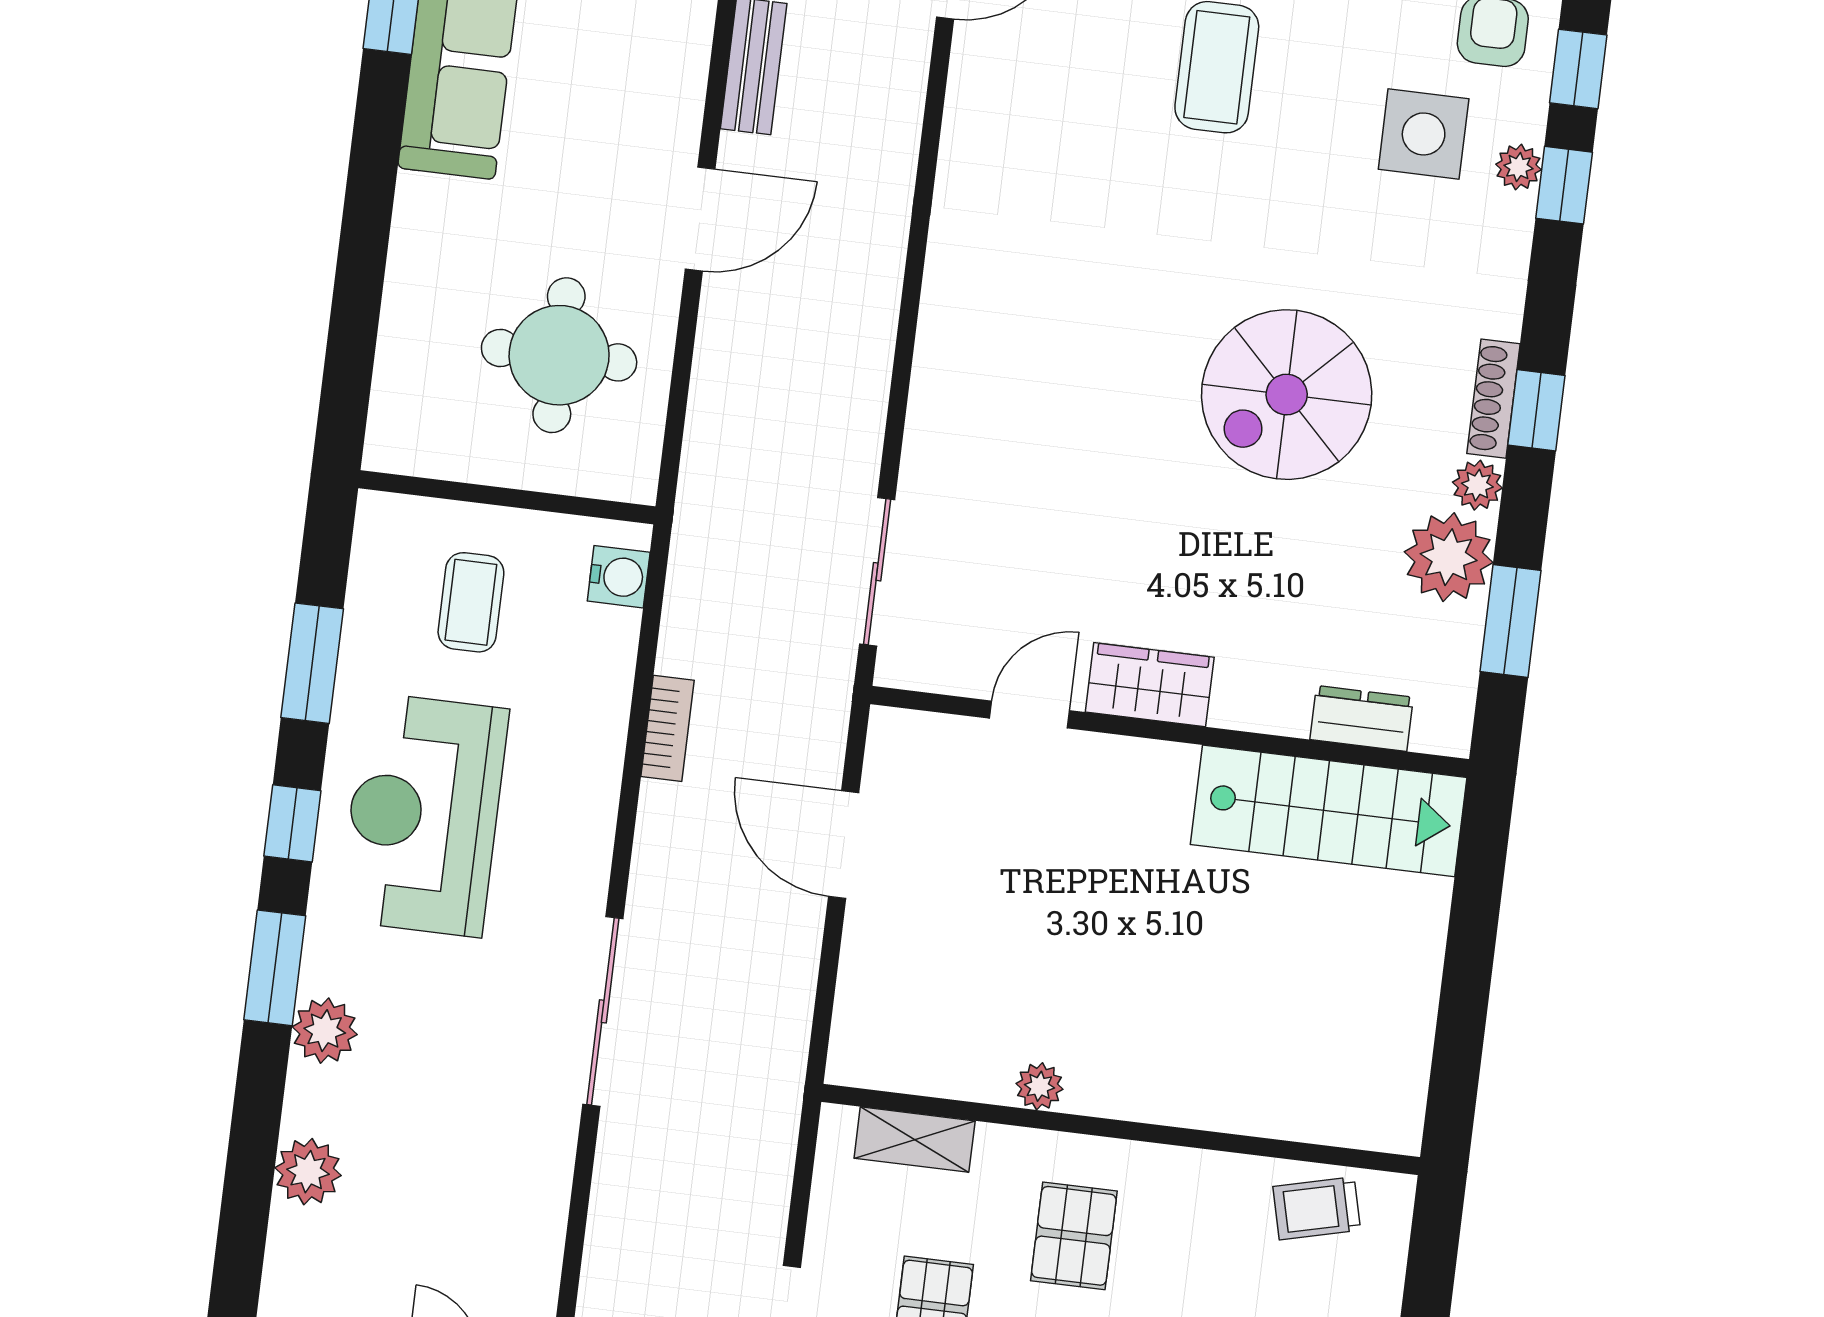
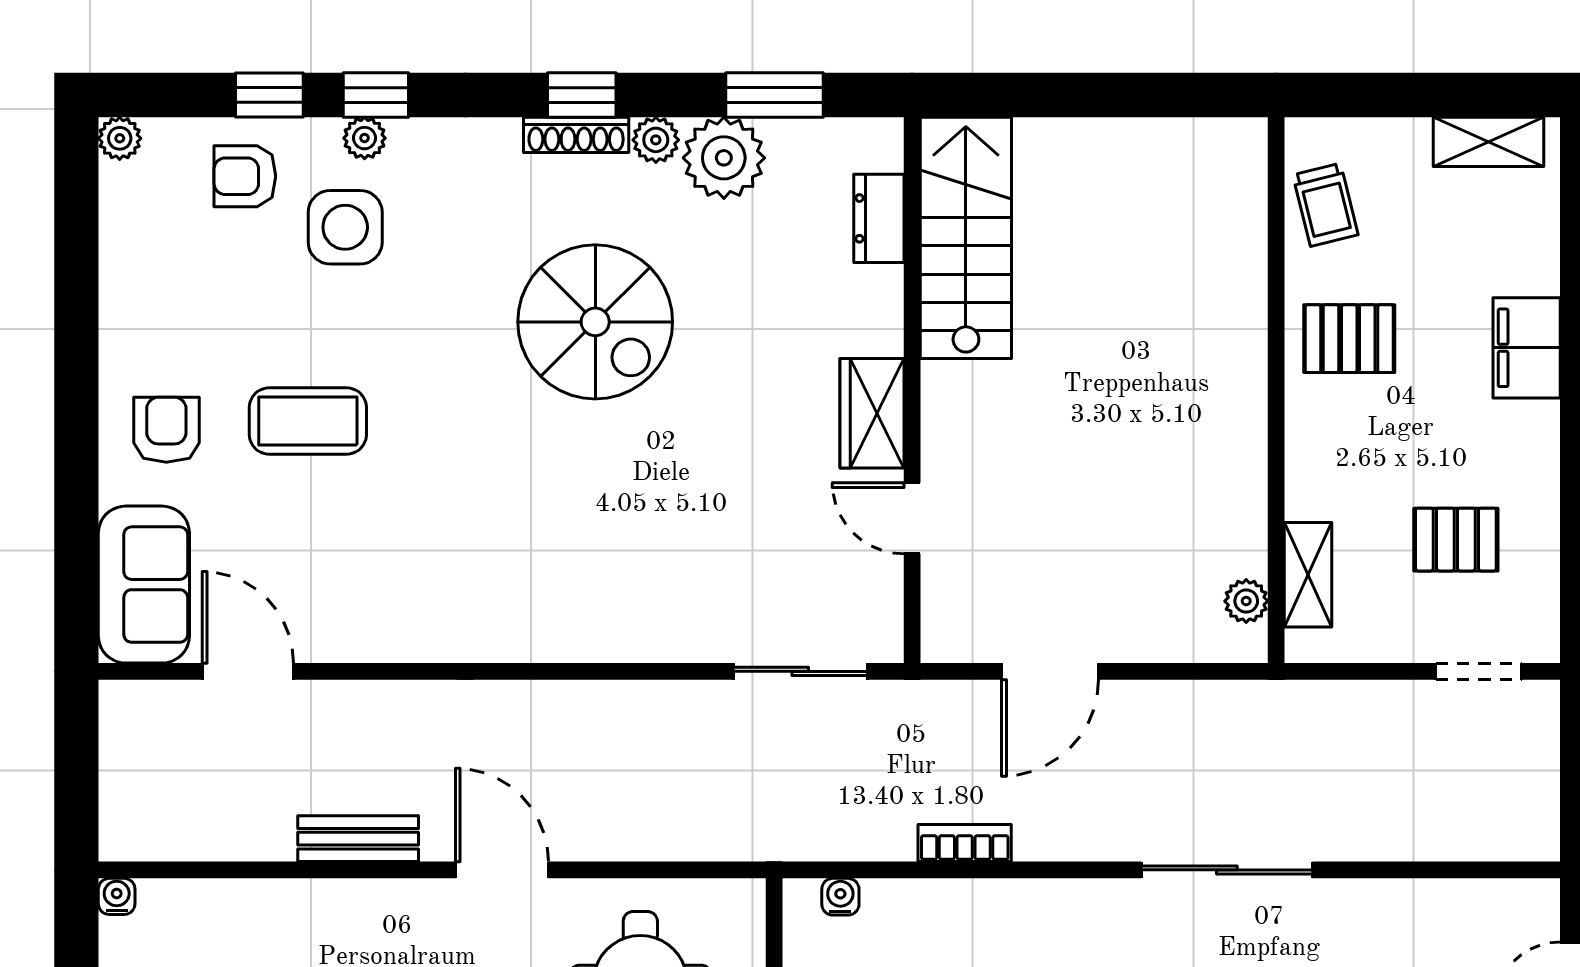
water cooler: (619, 577) -> (840, 897), width x0.72, depth x0.72
plant: (1039, 1086) -> (1246, 601), moved
pallet: (1074, 1236) -> (1349, 339), moved

